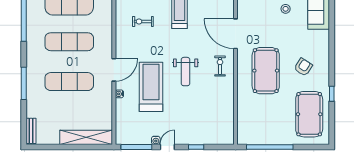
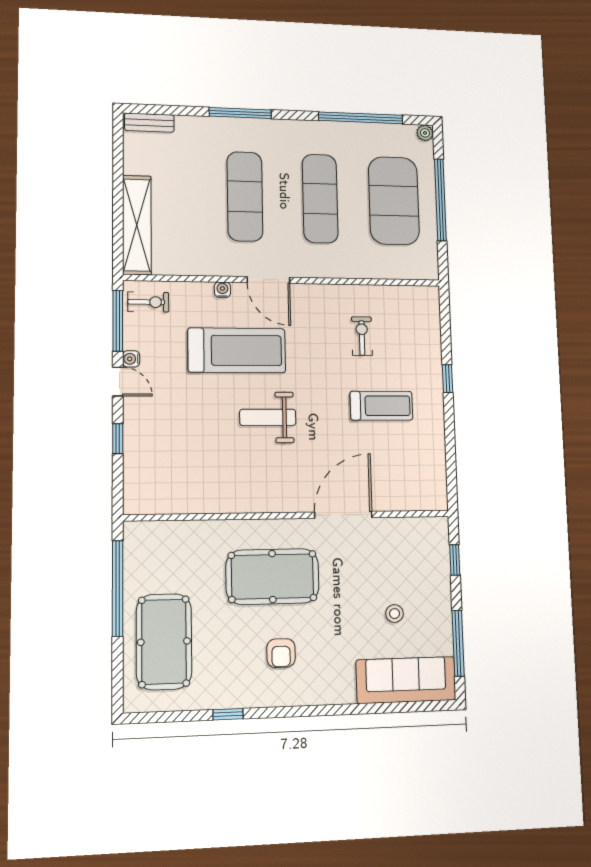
exercise bike: (220, 66) -> (148, 302), moved
armchair: (303, 67) -> (281, 653), turned 57
pool table: (309, 114) -> (164, 642), moved, turned 90

